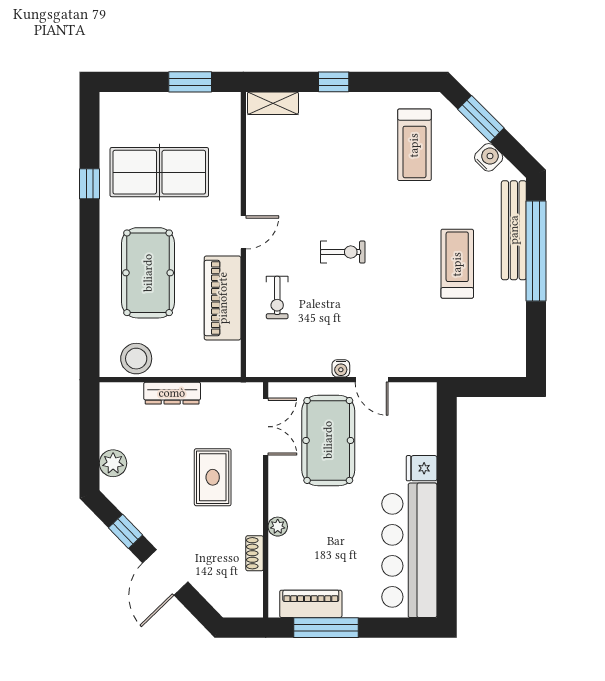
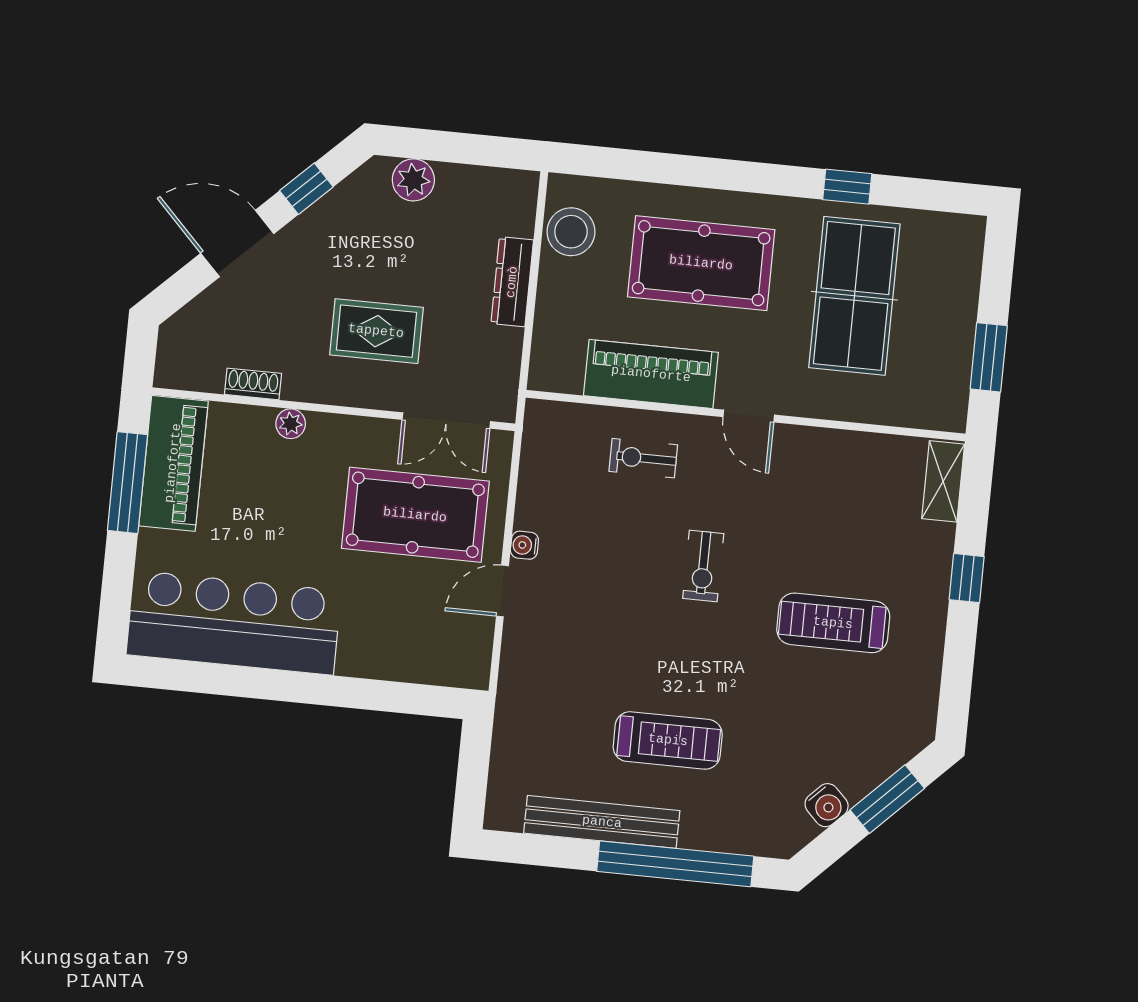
treadmill: (414, 145) -> (833, 623), moved
bench: (514, 230) -> (602, 822), moved
fridge: (422, 468) -> (358, 654), removed
piano: (311, 604) -> (173, 463), width x1.37, depth x1.33

